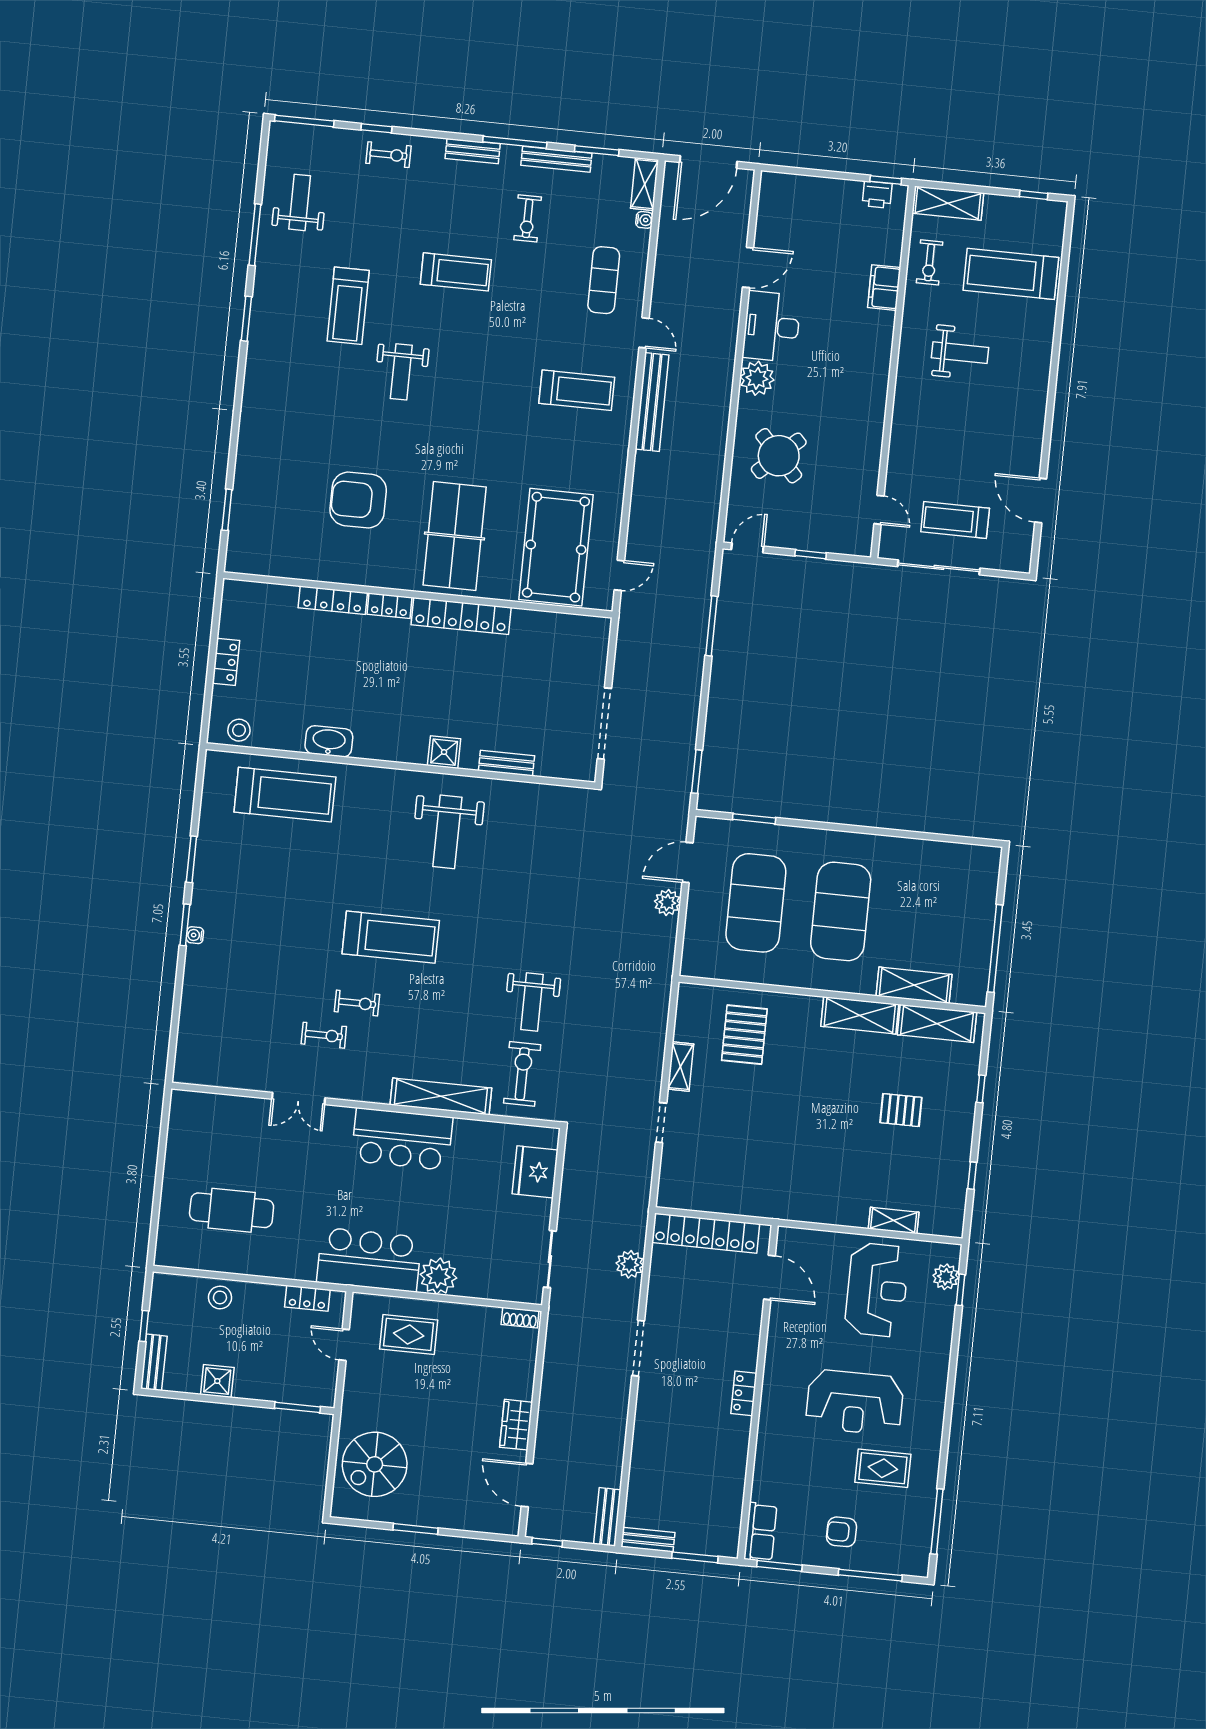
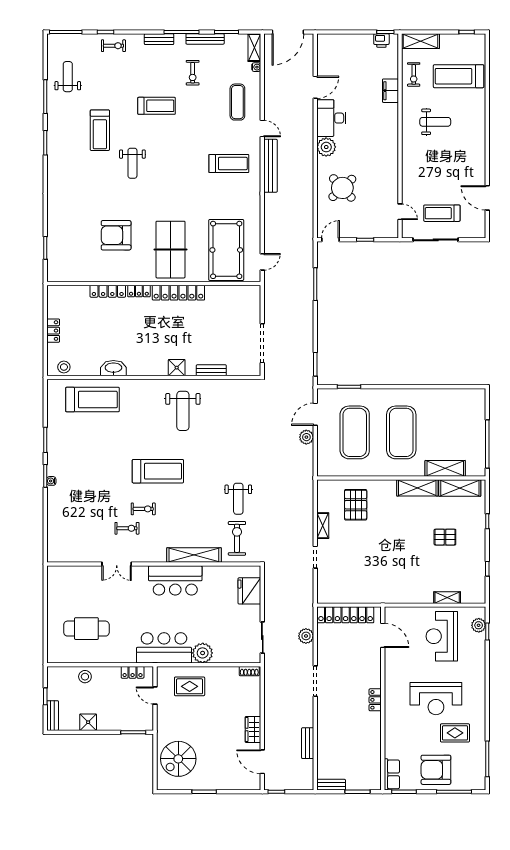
reception desk: (877, 1290) -> (442, 636), turned 180
bench: (607, 1517) -> (308, 743), moved
armchair: (842, 1532) -> (436, 770), width x1.88, depth x1.88

